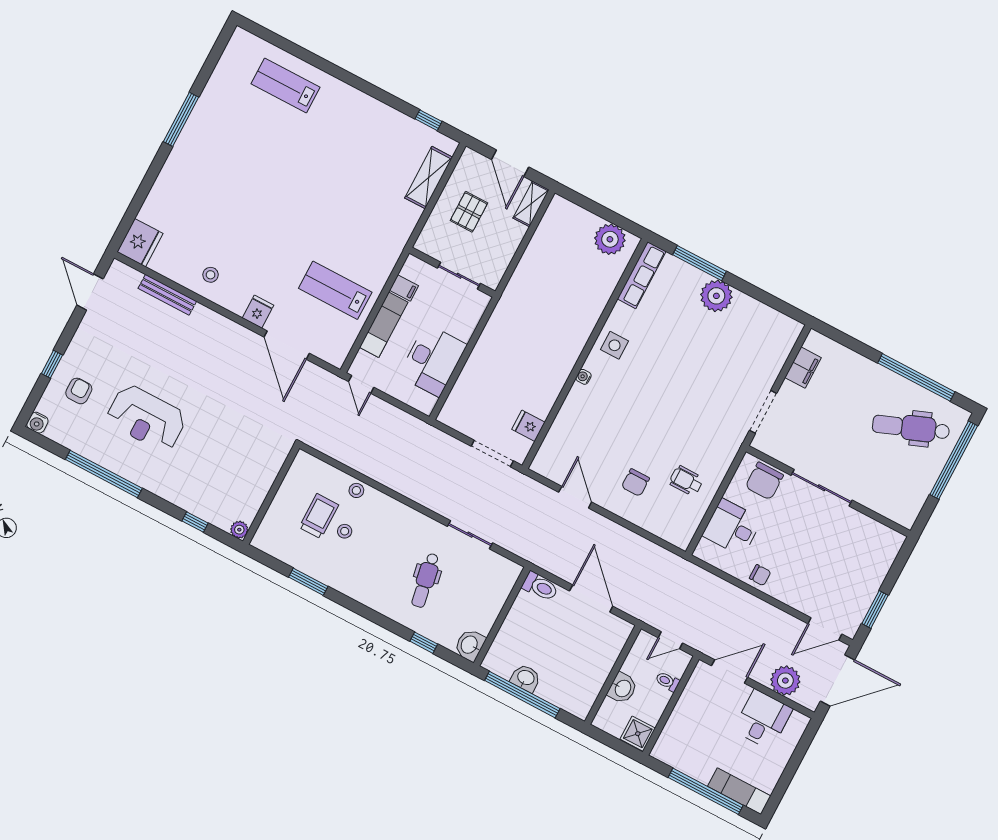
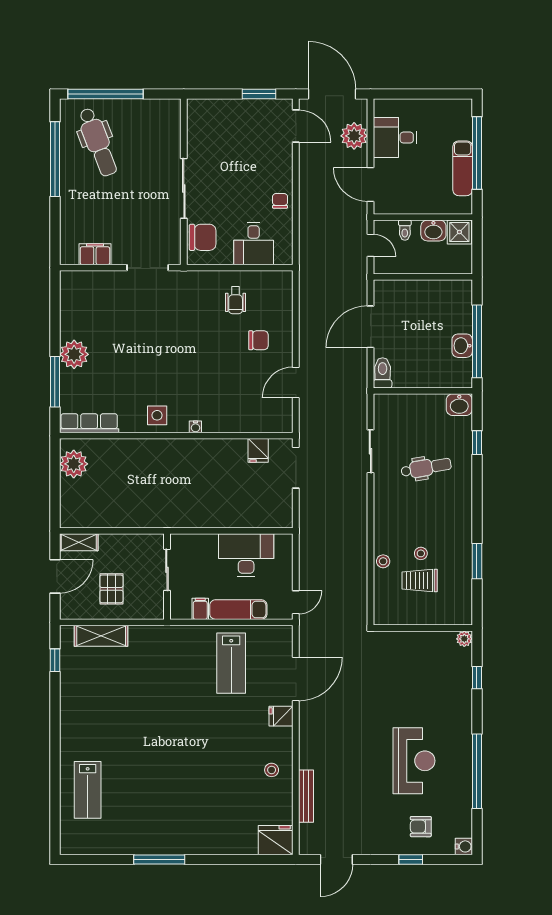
pallet: (469, 212) -> (111, 589), turned 90
washbasin: (622, 688) -> (433, 231), moved, turned 180
exam couch: (739, 791) -> (463, 168), moved

